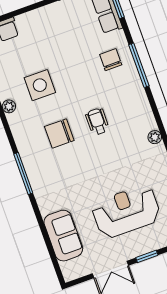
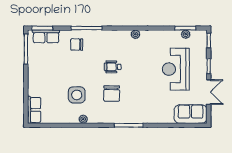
sofa: (63, 236) -> (191, 114), moved

